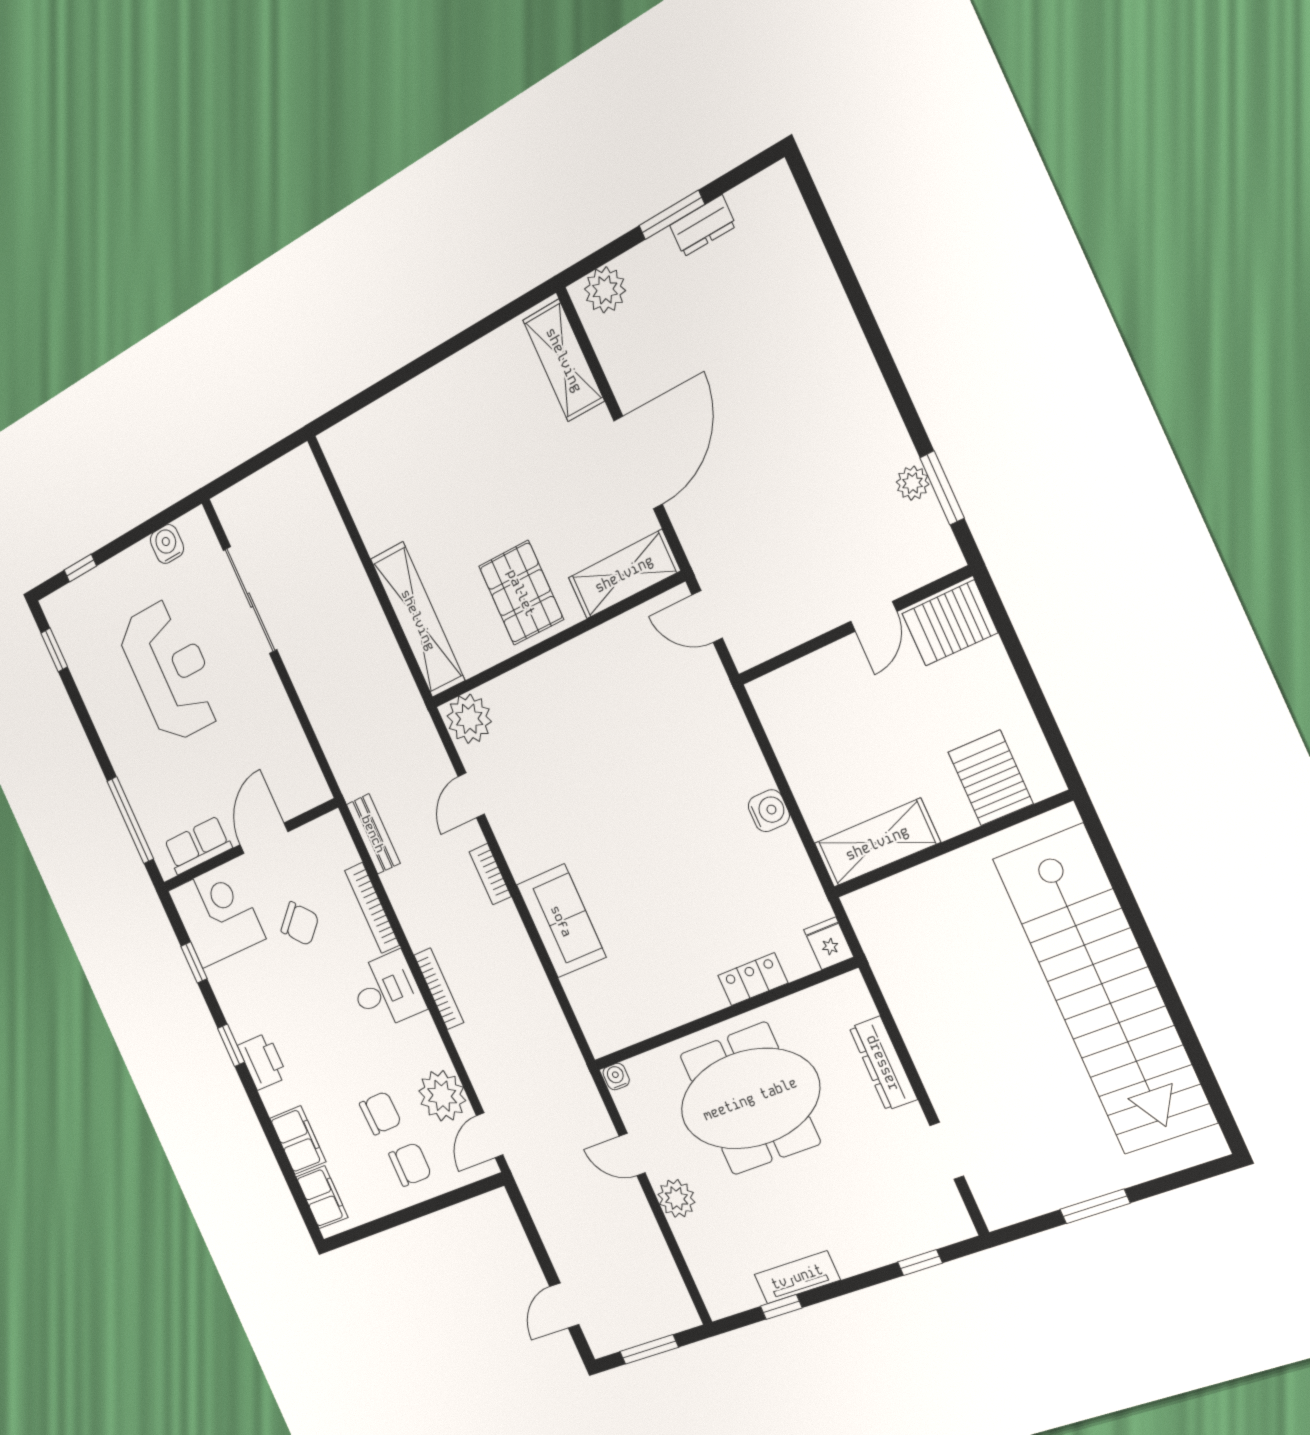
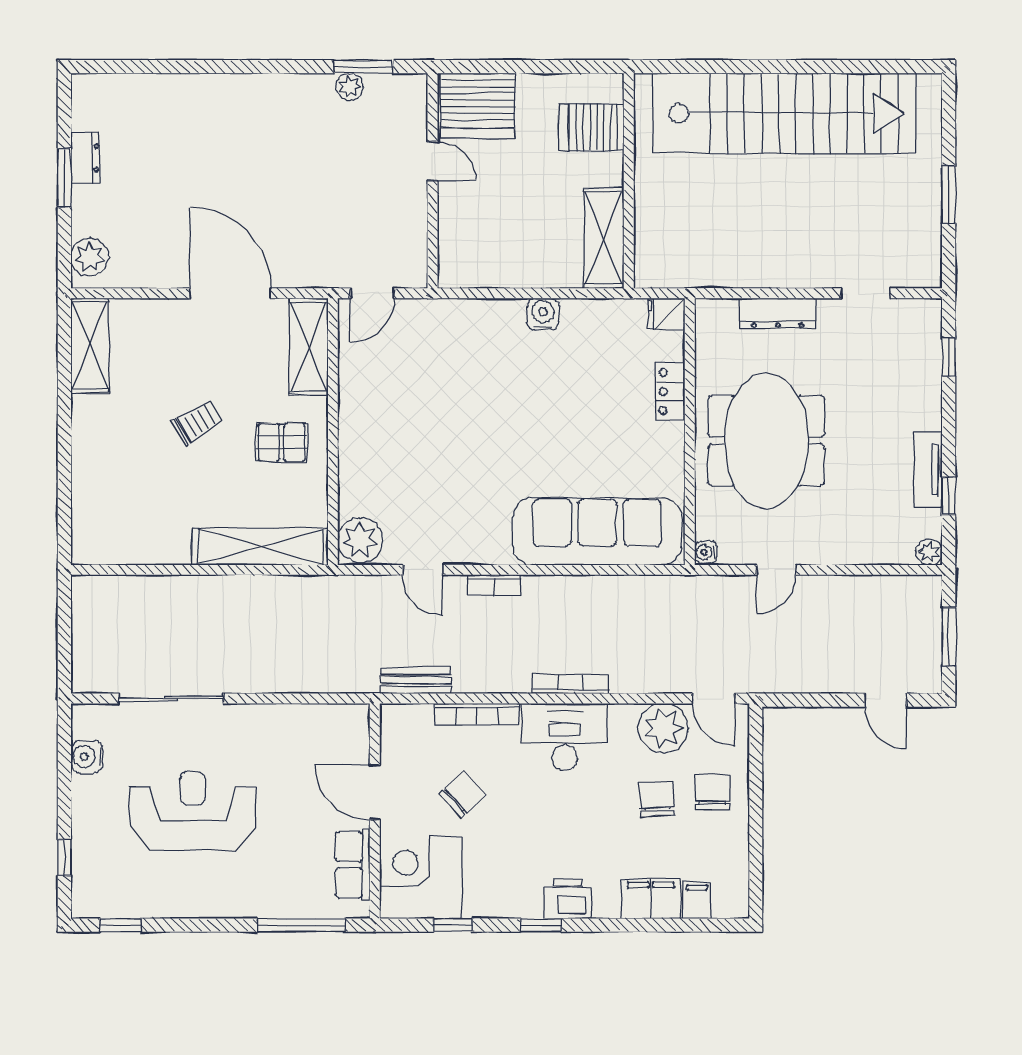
shelving: (564, 360) -> (90, 345), moved, turned 90
trolley: (500, 495) -> (197, 422), added
pallet: (521, 593) -> (282, 442), width x0.67, depth x0.71
server rack: (950, 623) -> (478, 106), width x1.60
sofa: (561, 921) -> (597, 531), width x1.85, depth x1.27
desk: (387, 991) -> (565, 737), width x1.37
filing cabinet: (322, 1197) -> (697, 900), width x0.50
plant: (676, 1198) -> (929, 552), moved, width x0.73, depth x0.73

